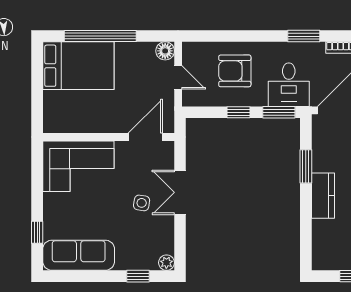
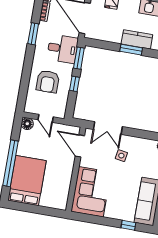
door: (178, 77) -> (46, 118), swing flipped
window: (306, 166) -> (131, 50), moved
double door: (180, 192) -> (108, 128), moved

